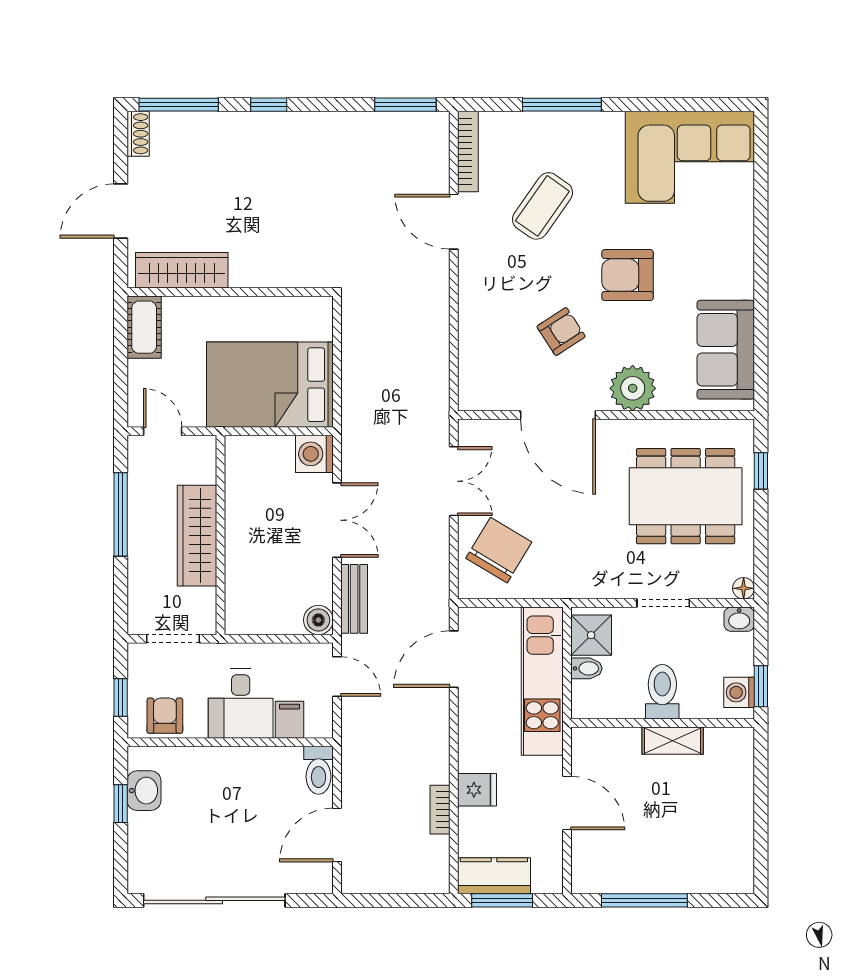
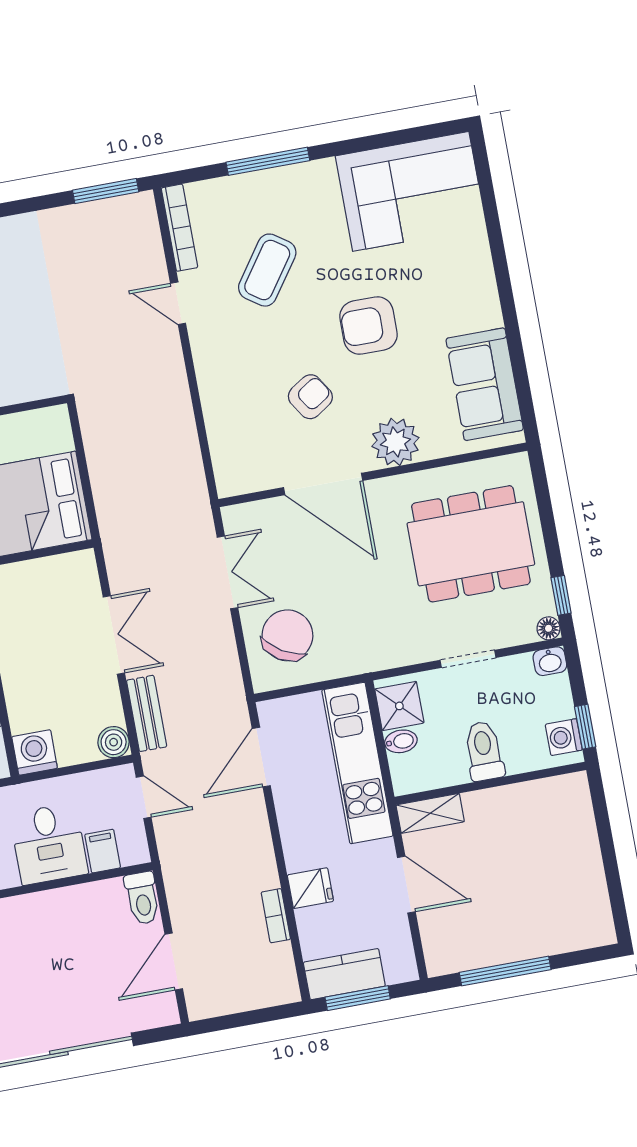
door: (454, 222) -> (178, 303), width x0.73
washing machine: (314, 454) -> (35, 752), moved, turned 90
window: (761, 471) -> (561, 595), moved
shelving: (673, 741) -> (430, 813), moved

